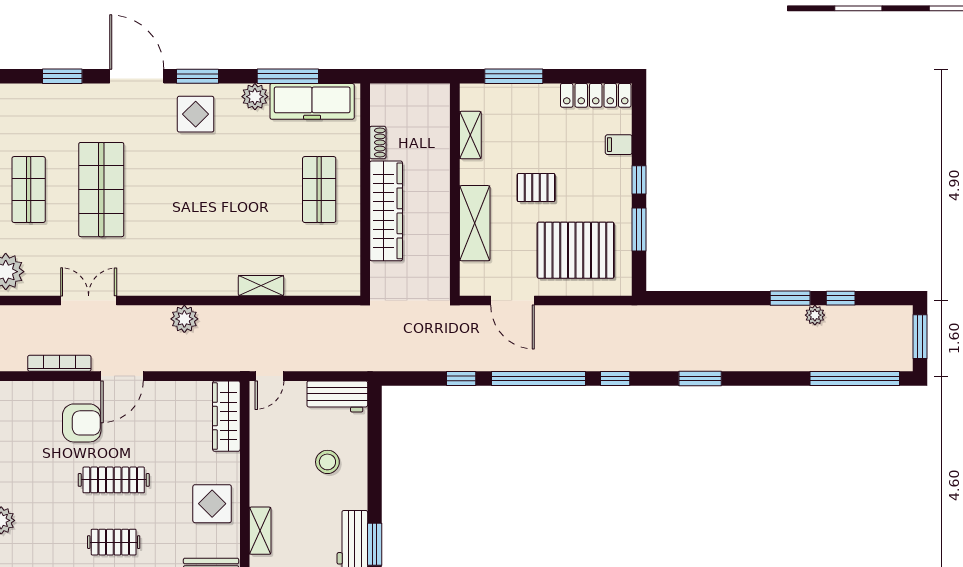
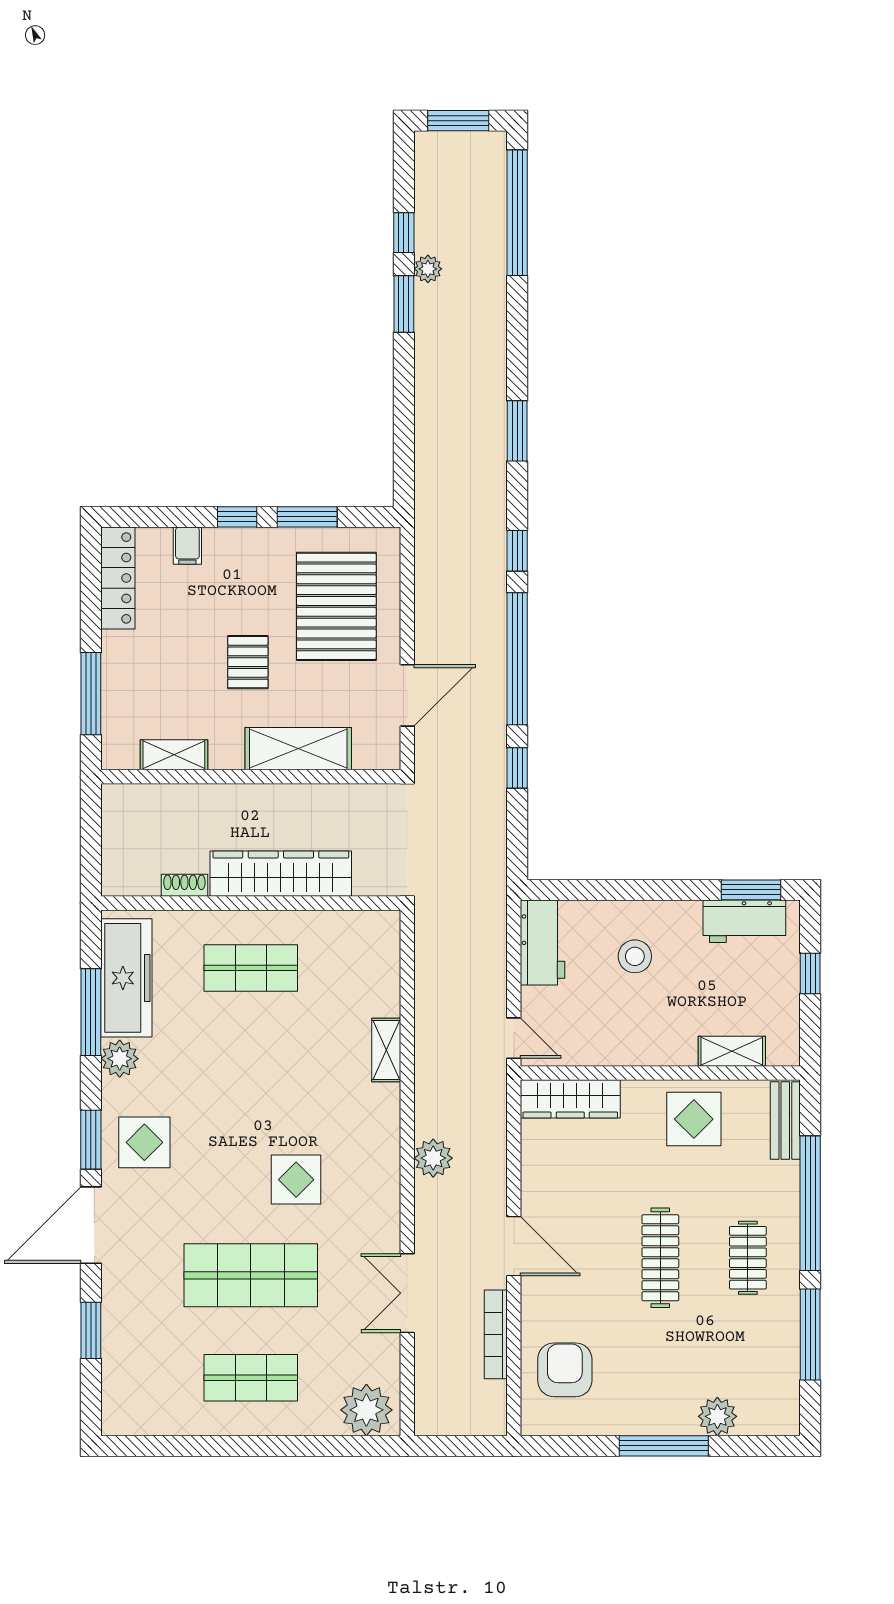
display table: (169, 222) -> (296, 1180), added
armchair: (82, 423) -> (565, 1370), moved

